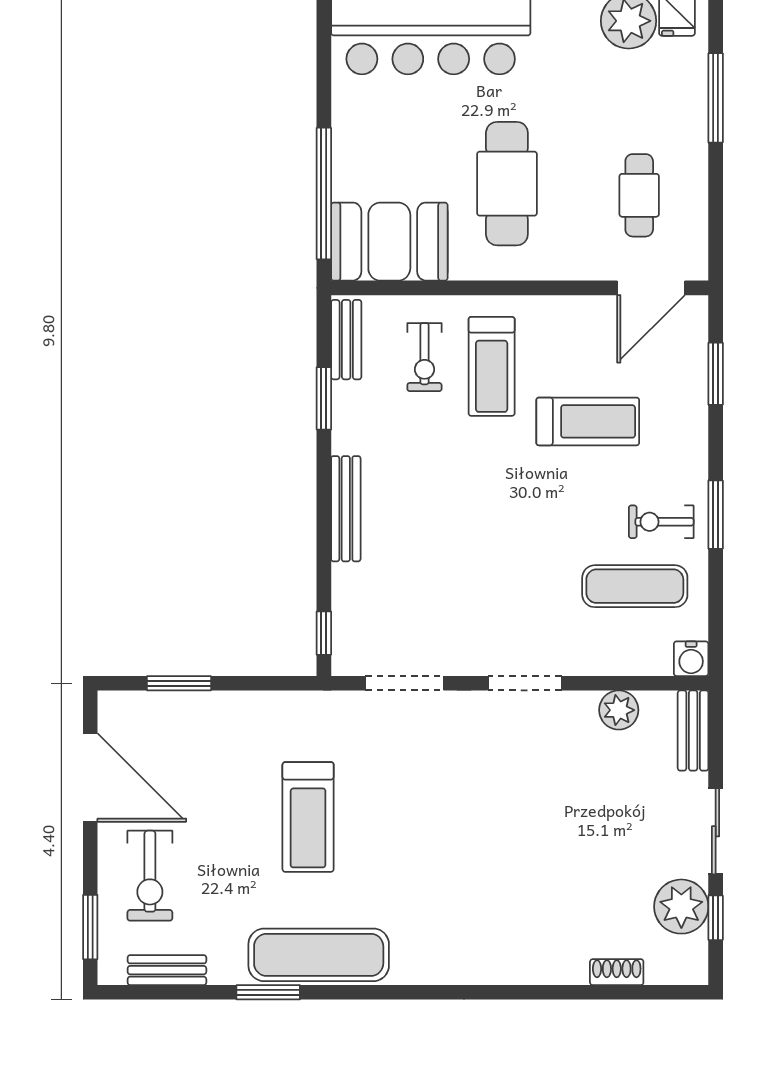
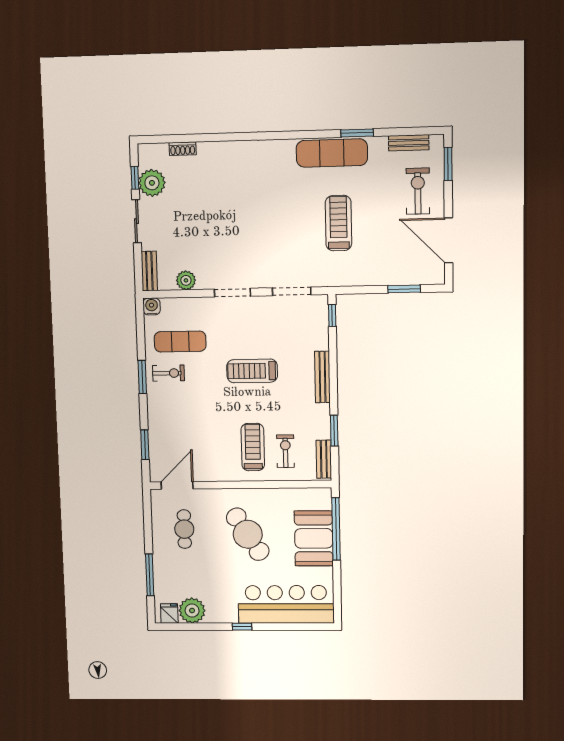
cafe table: (507, 184) -> (248, 534), turned -32
booth: (389, 242) -> (314, 538), moved, turned 90
treadmill: (588, 421) -> (252, 371), moved

